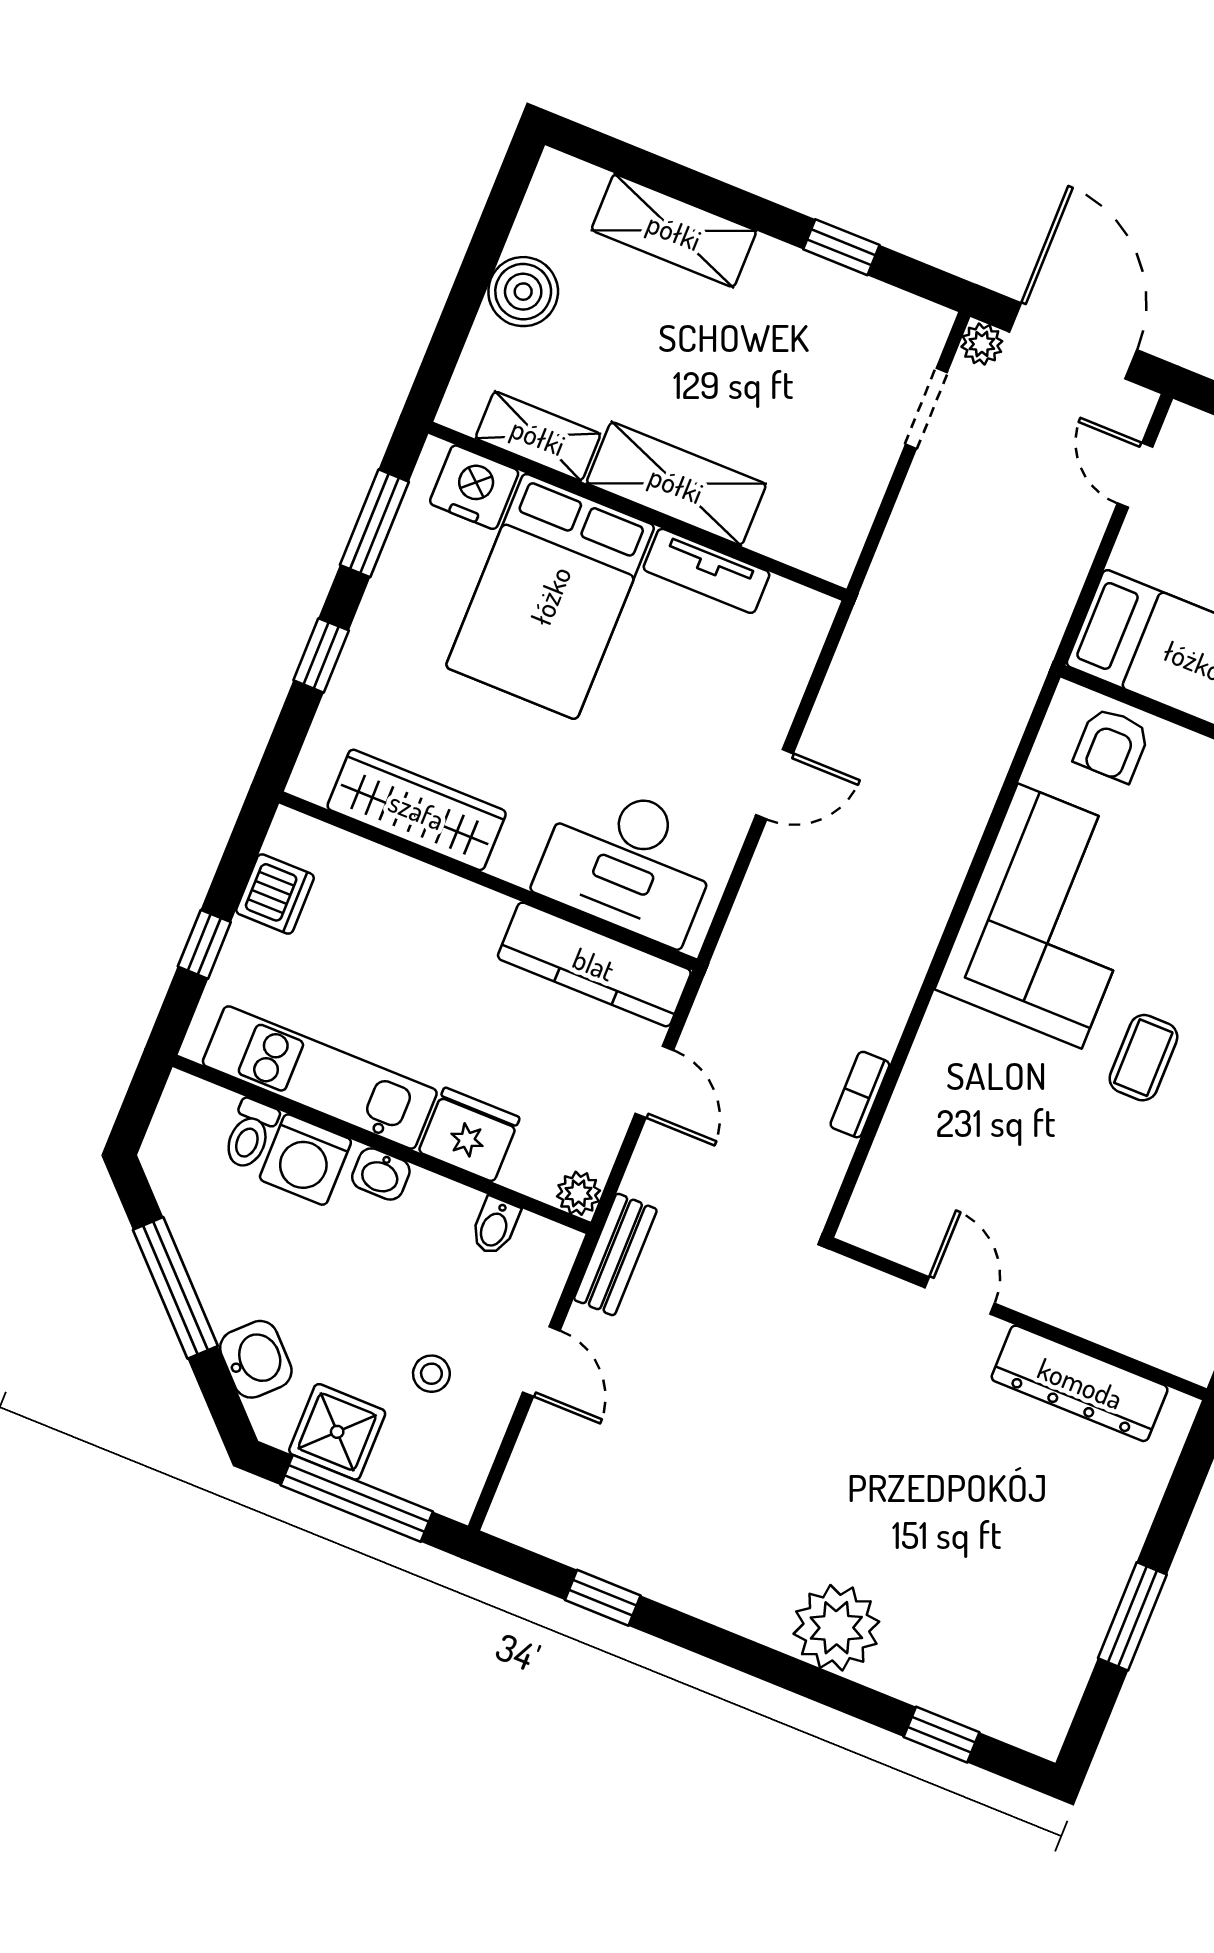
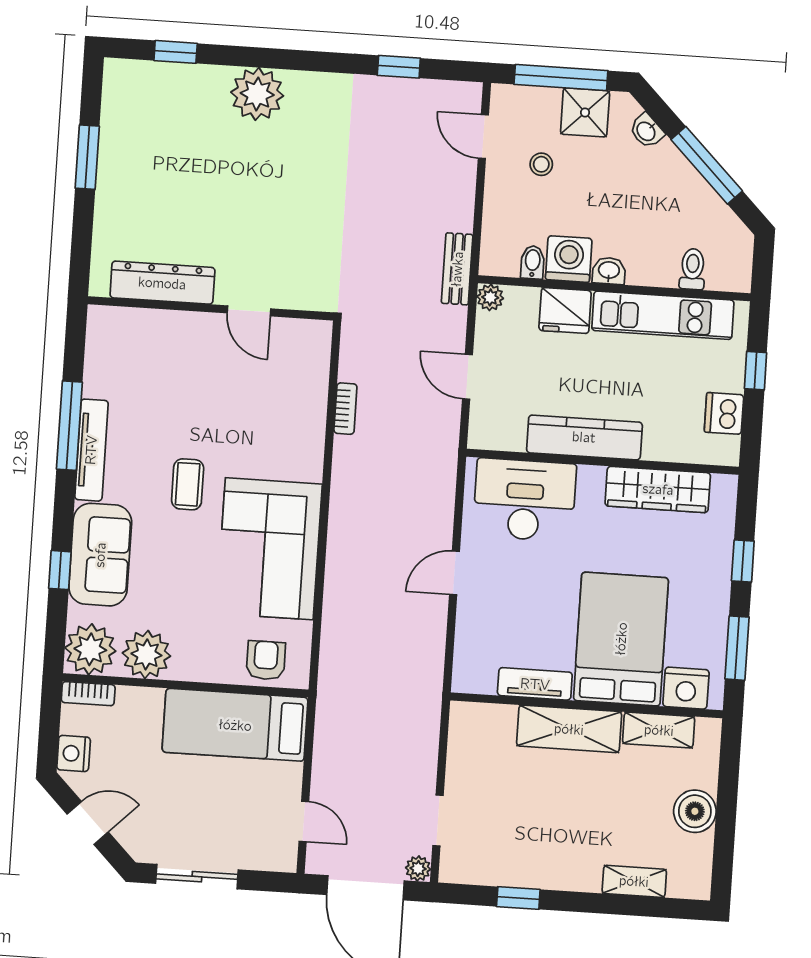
shelving: (674, 231) -> (634, 881), width x0.67, depth x0.75
kitchen counter: (594, 964) -> (584, 437), moved
washing machine: (305, 1160) -> (569, 259), moved
washbasin: (256, 1359) -> (646, 131), width x0.72, depth x0.69
door: (541, 1361) -> (483, 137), moved

